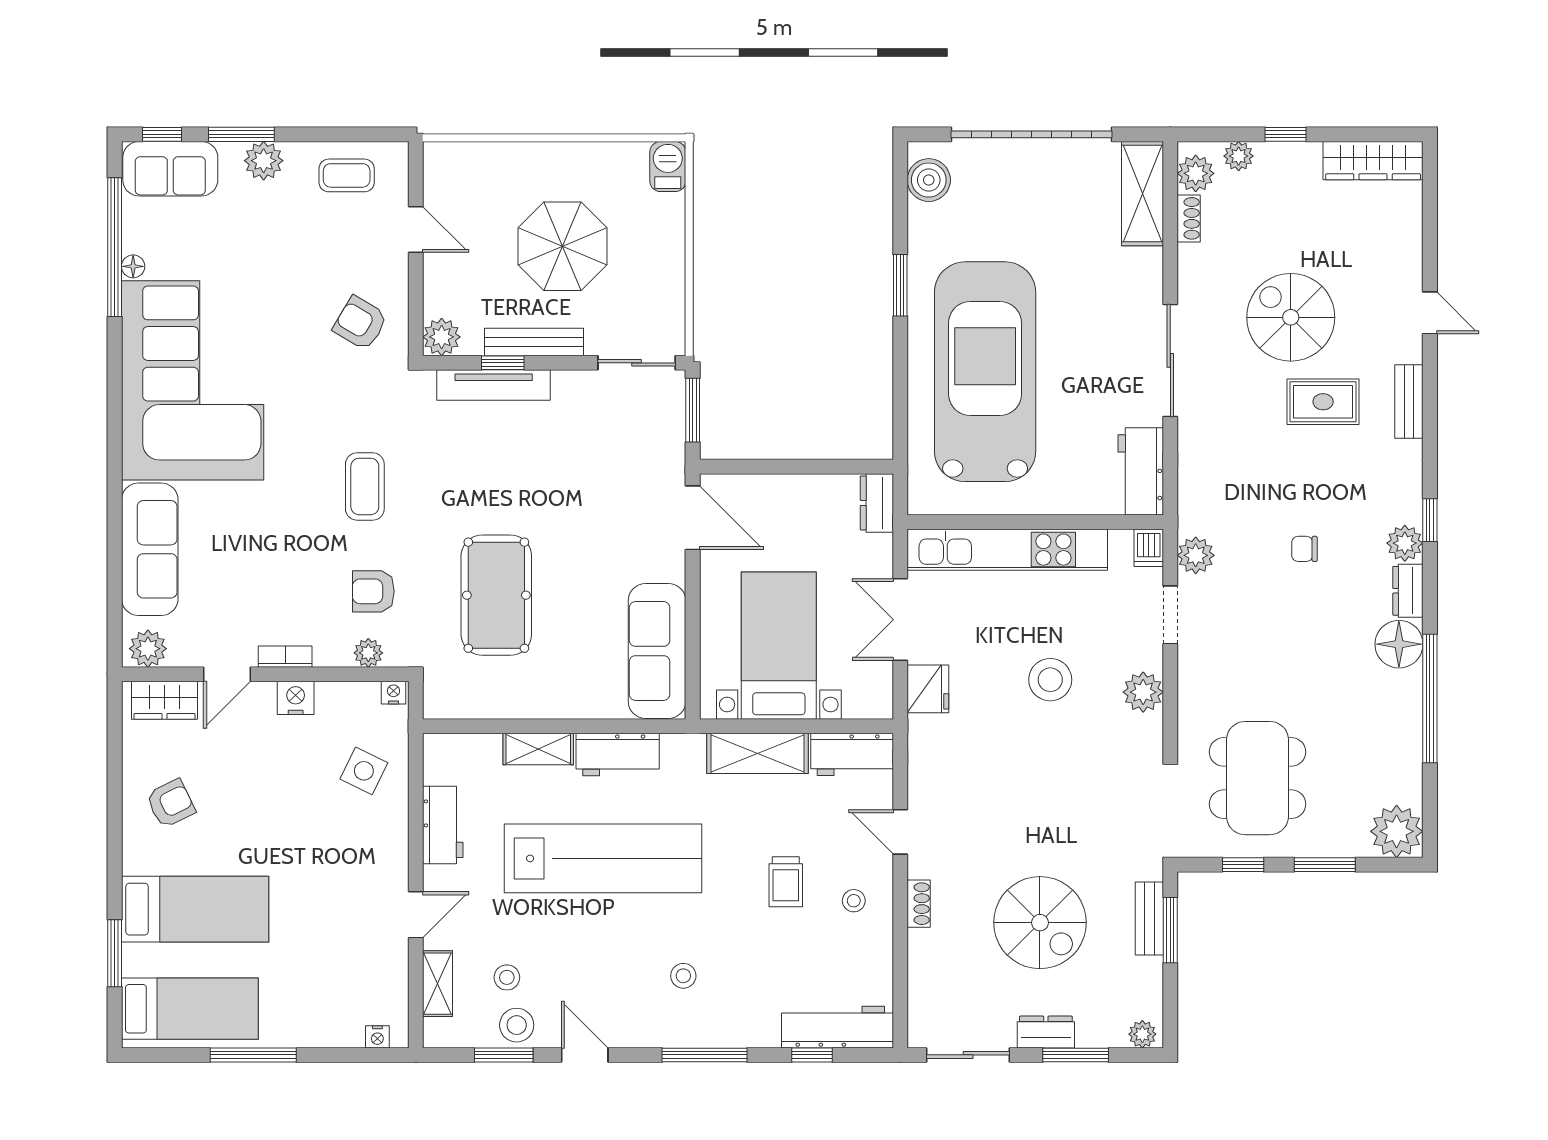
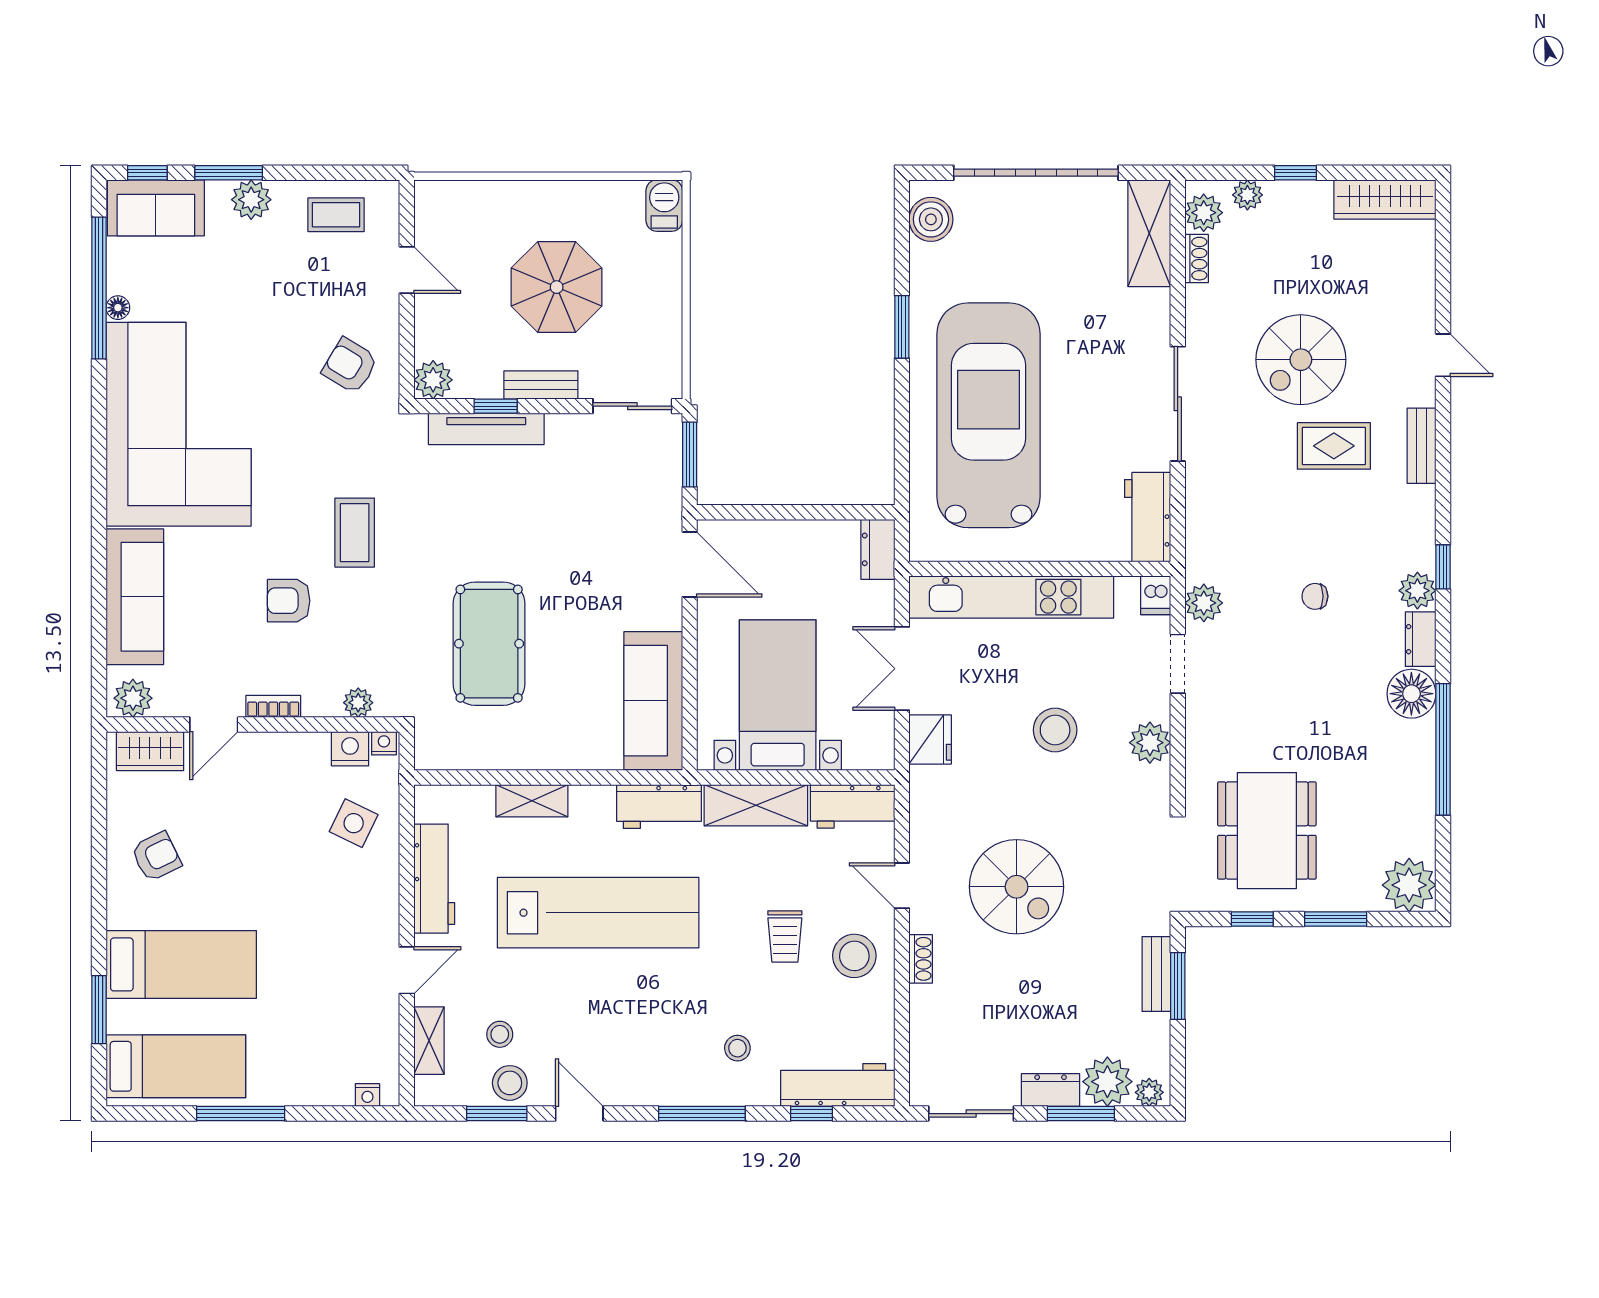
spiral stairs: (1291, 317) -> (1301, 360), turned -90
bench: (534, 342) -> (541, 385), width x0.73
armchair: (373, 591) -> (289, 601), moved
nightstand: (296, 698) -> (350, 749), moved
workbench: (618, 755) -> (659, 806), moved
workbench: (443, 825) -> (434, 879), width x1.38
stool: (854, 901) -> (854, 956), width x1.89, depth x1.89
spiral stairs: (1040, 923) -> (1017, 887), moved
stool: (683, 976) -> (737, 1048), moved
plant: (1101, 1024) -> (1107, 1082), added

